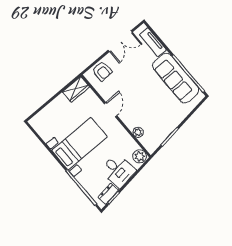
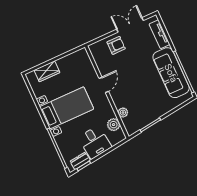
double door: (120, 41) -> (130, 25), swing flipped
armchair: (102, 71) -> (116, 45), moved, turned -90
wardrobe: (76, 89) -> (47, 71), moved
plant: (140, 156) -> (114, 125), moved

